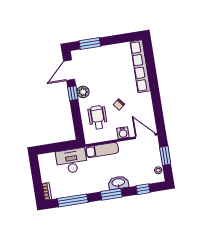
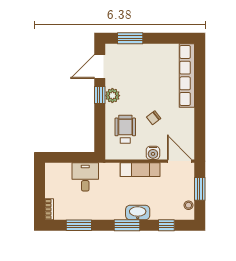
exam couch: (102, 150) -> (140, 170), moved
desk: (72, 161) -> (85, 177), width x0.73
window: (73, 200) -> (79, 225), width x0.69

